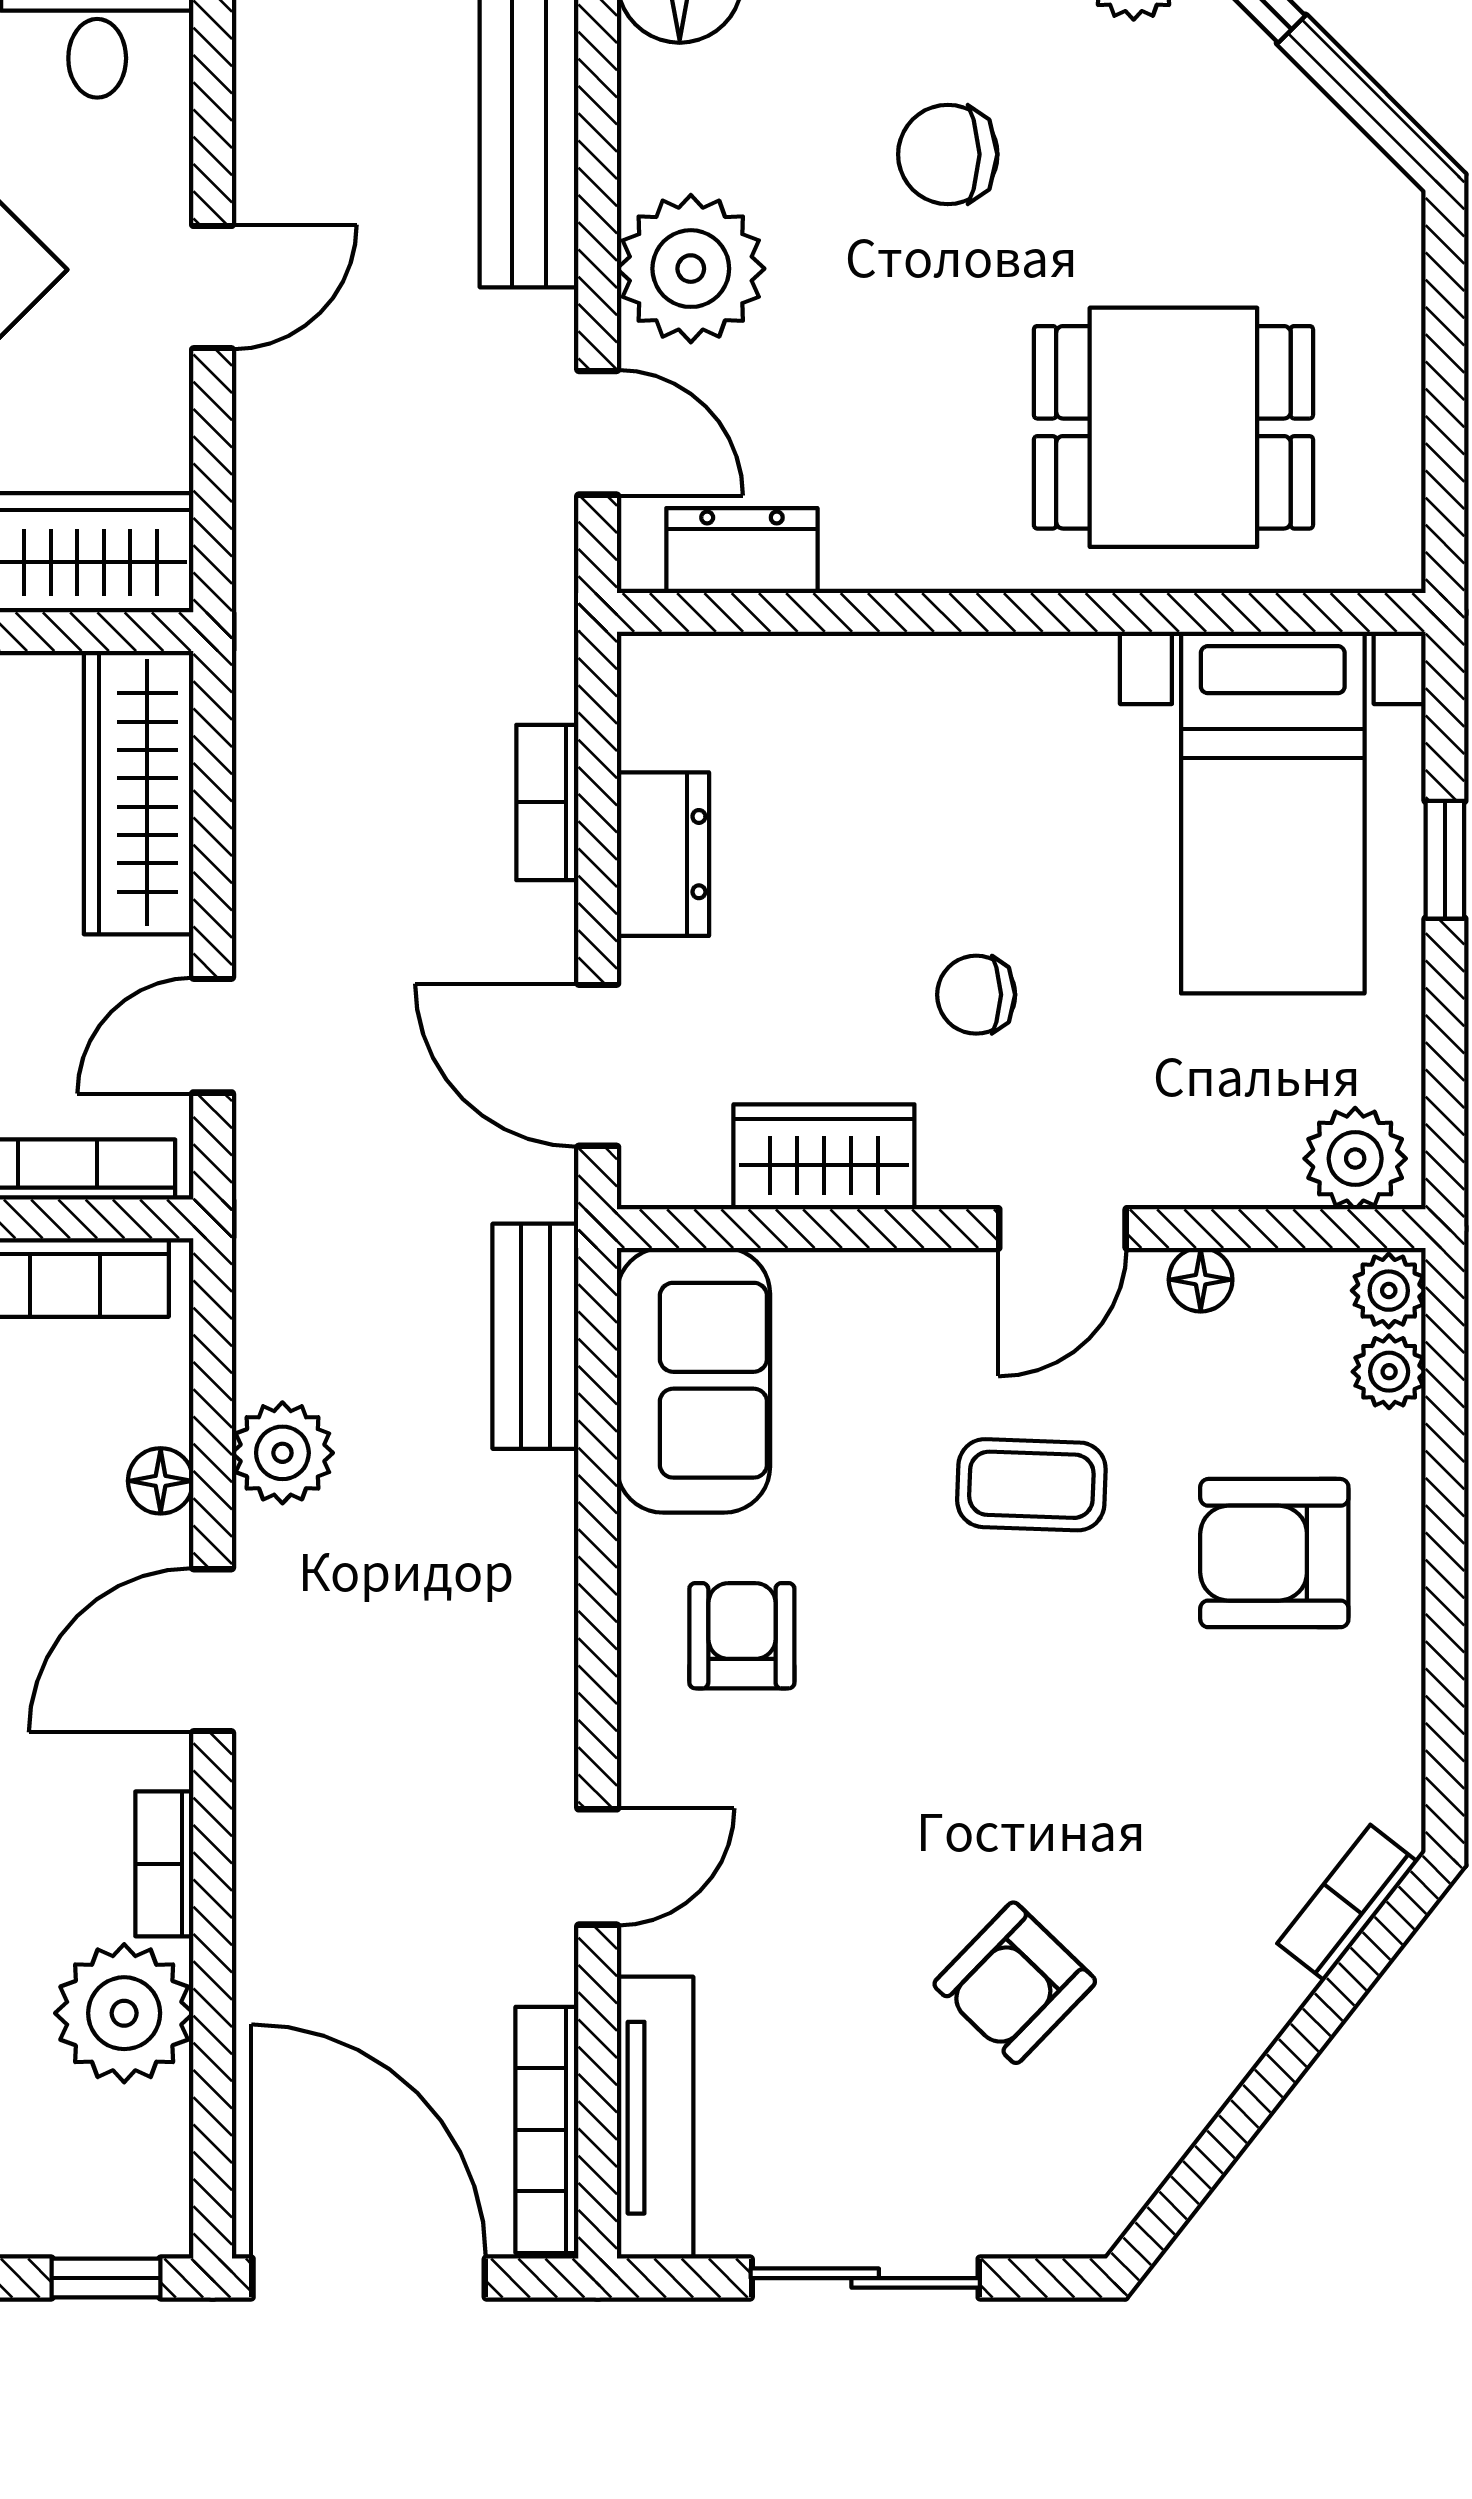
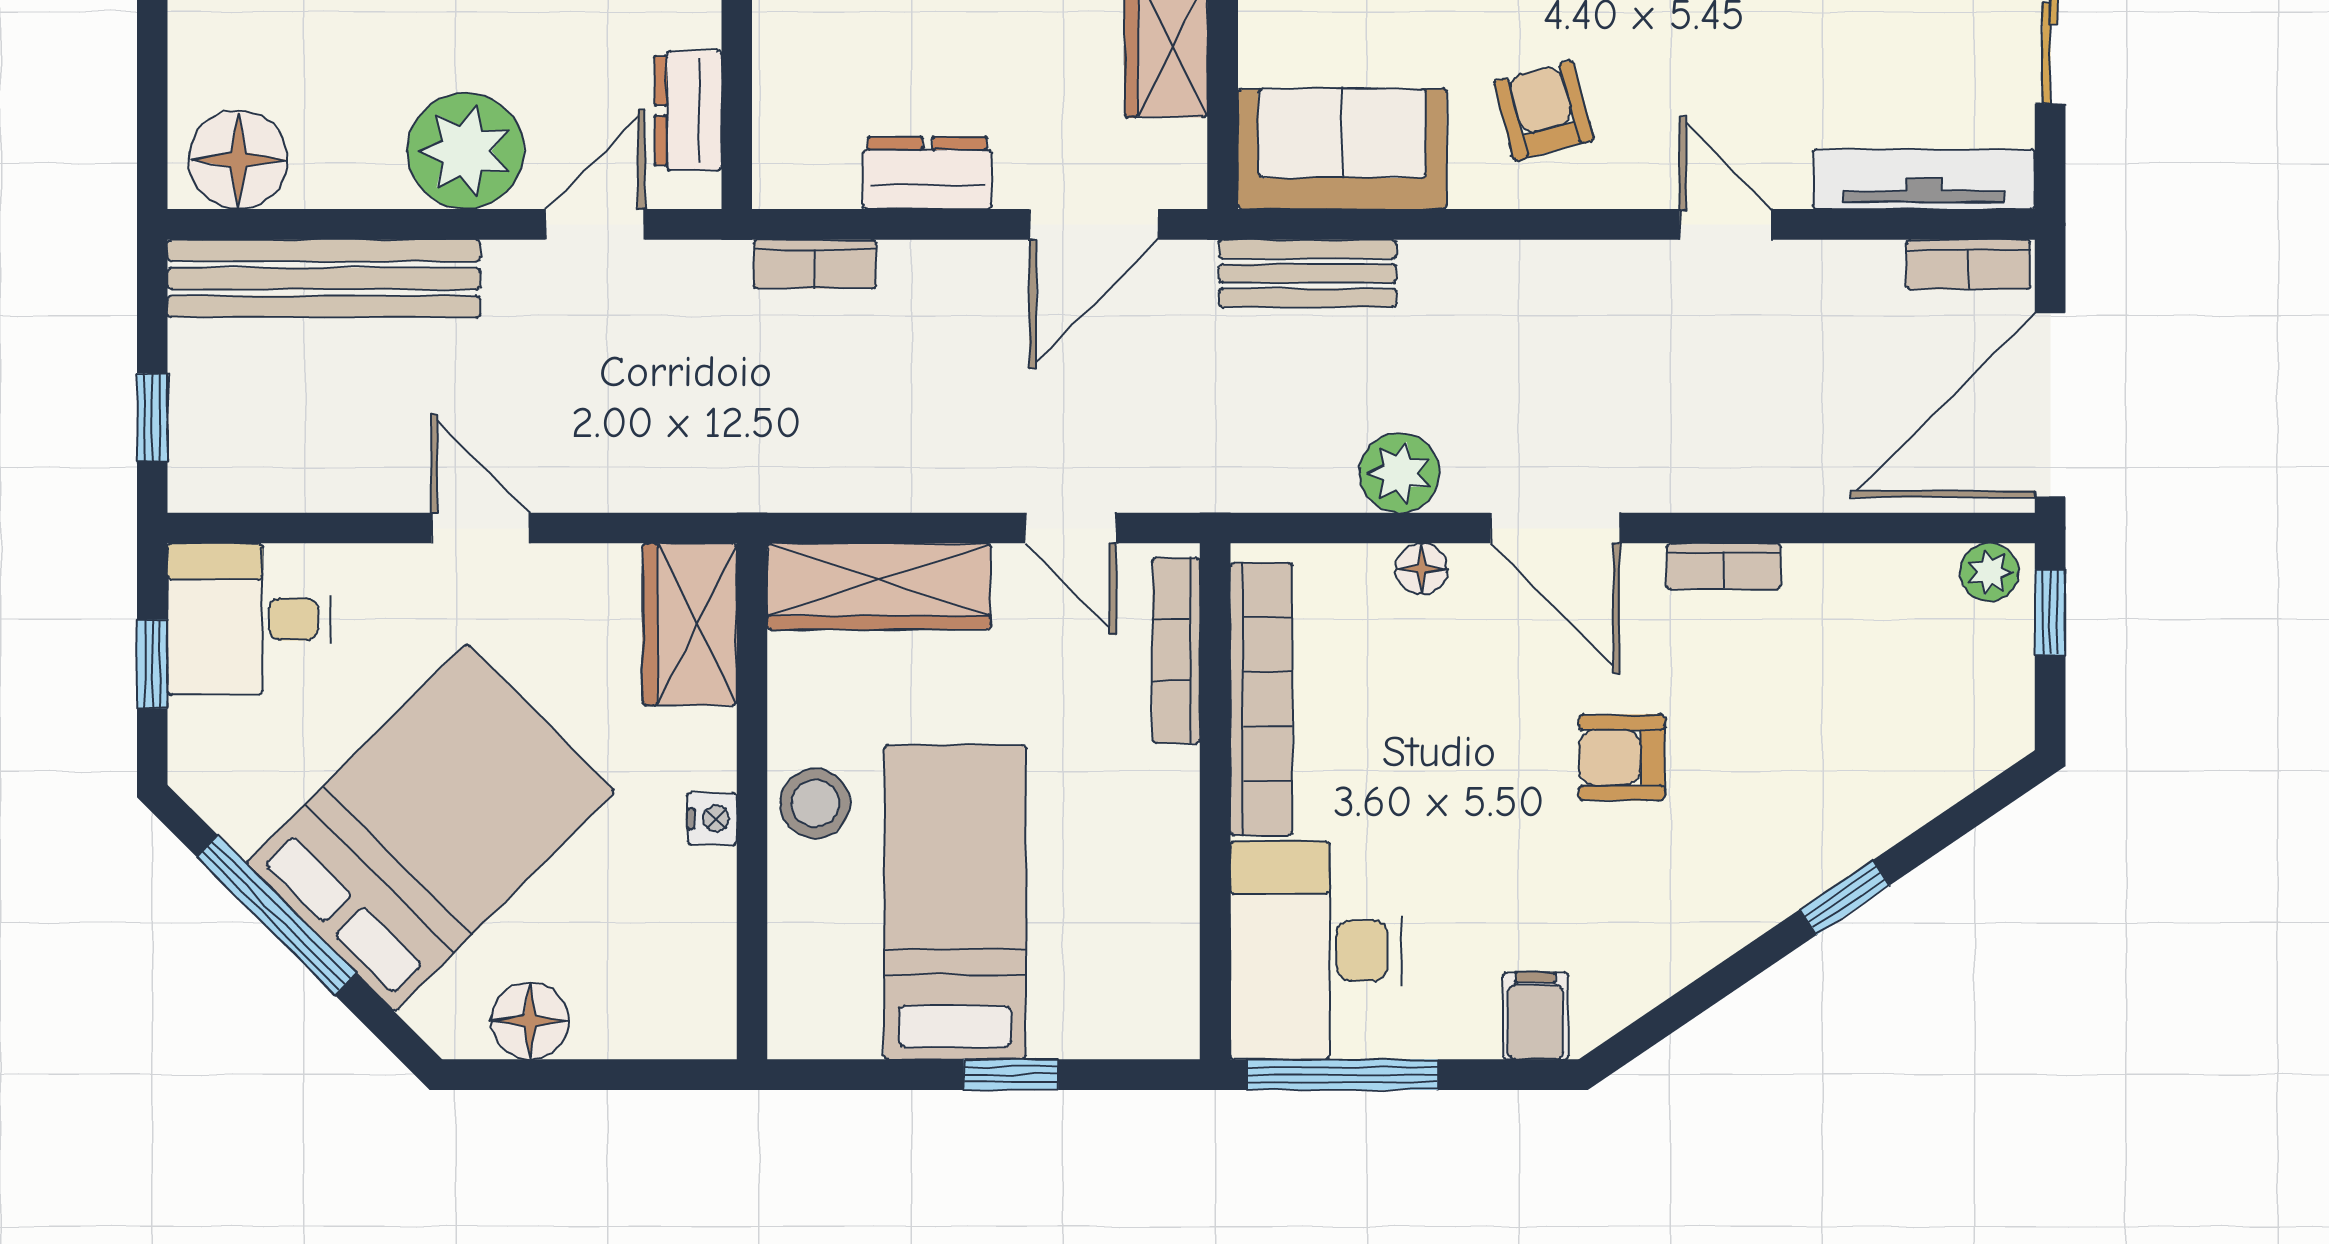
bookcase: (547, 802) -> (815, 264), moved
armchair: (742, 1636) -> (1544, 111), turned 75
plant: (124, 2013) -> (1989, 572), moved, width x0.53, depth x0.53
bookcase: (547, 2130) -> (1968, 264), width x0.64

